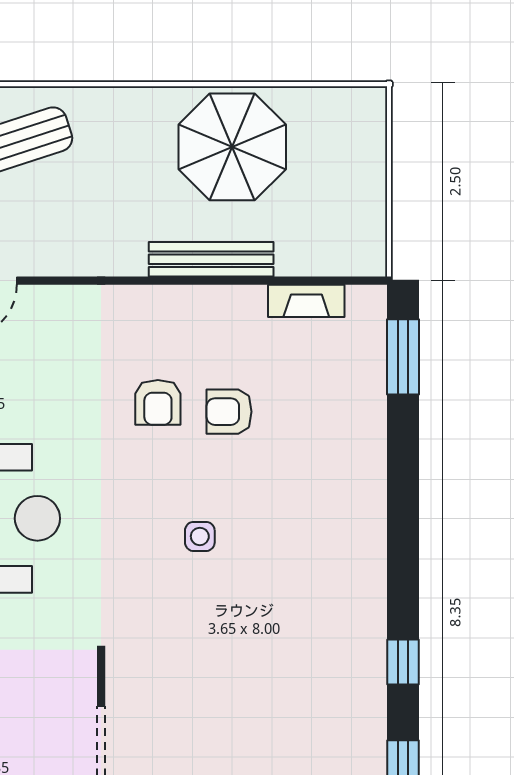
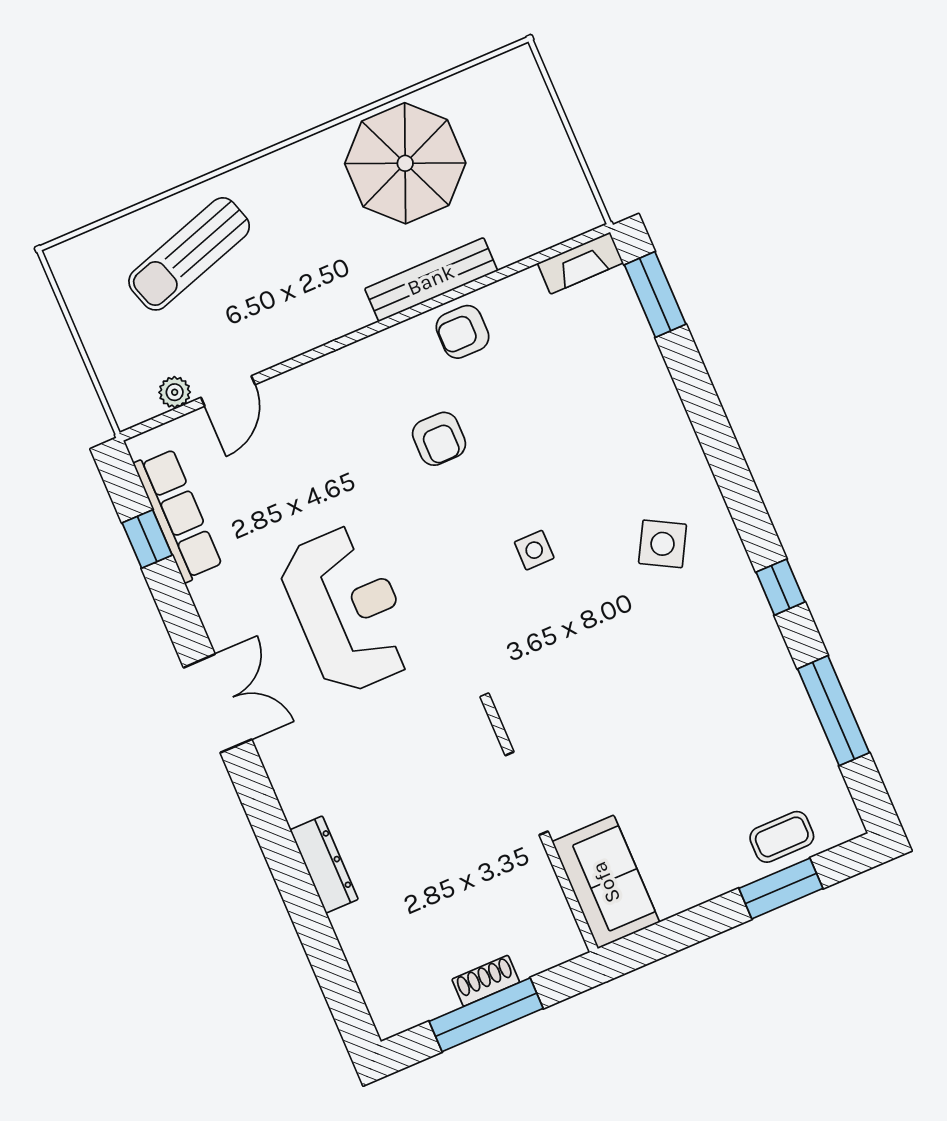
fireplace: (306, 301) -> (580, 263), moved
armchair: (229, 412) -> (462, 332), moved
side table: (315, 579) -> (663, 544), added

